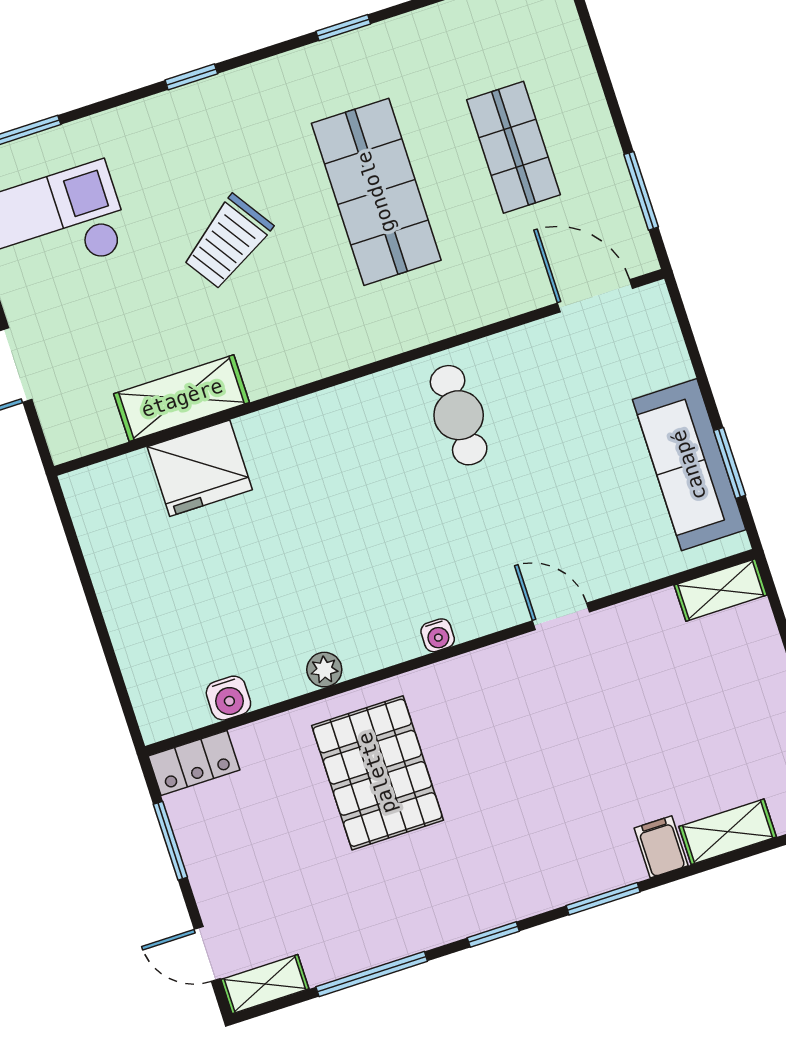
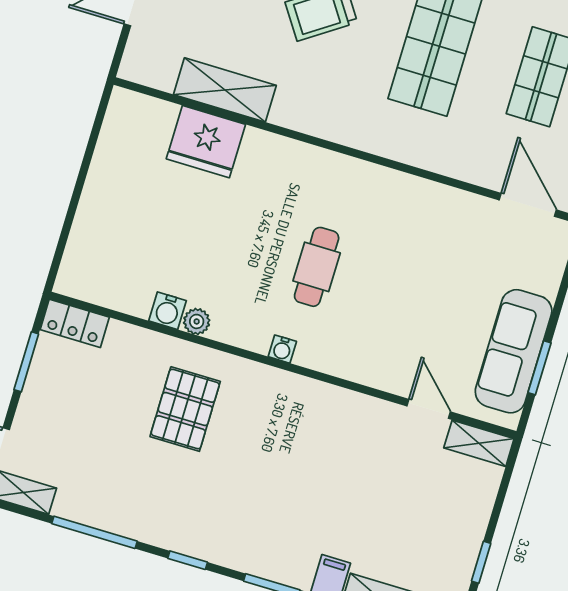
cafe table: (459, 415) -> (317, 267), moved
door: (561, 616) -> (429, 409), moved
water cooler: (228, 698) -> (168, 311), moved
pallet: (377, 773) -> (185, 409), width x0.73, depth x0.71

